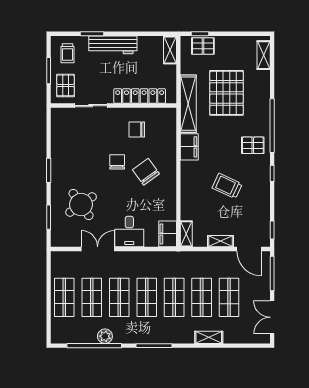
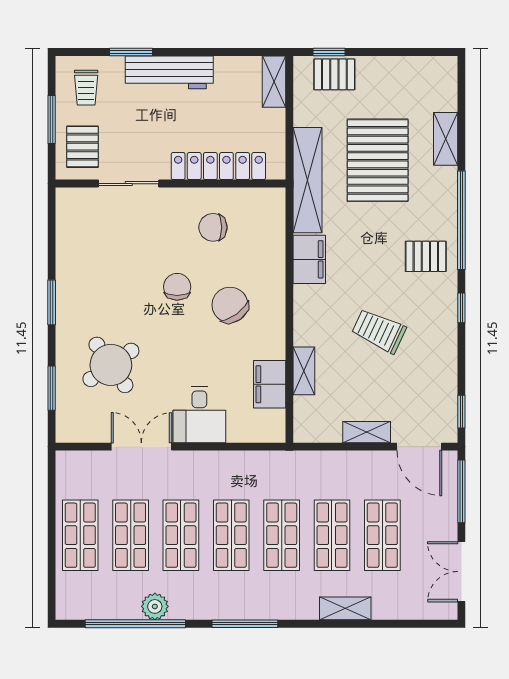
shelving: (264, 55) -> (446, 139), moved
filing cabinet: (168, 234) -> (270, 384), moved
shelving: (186, 234) -> (304, 371), moved

